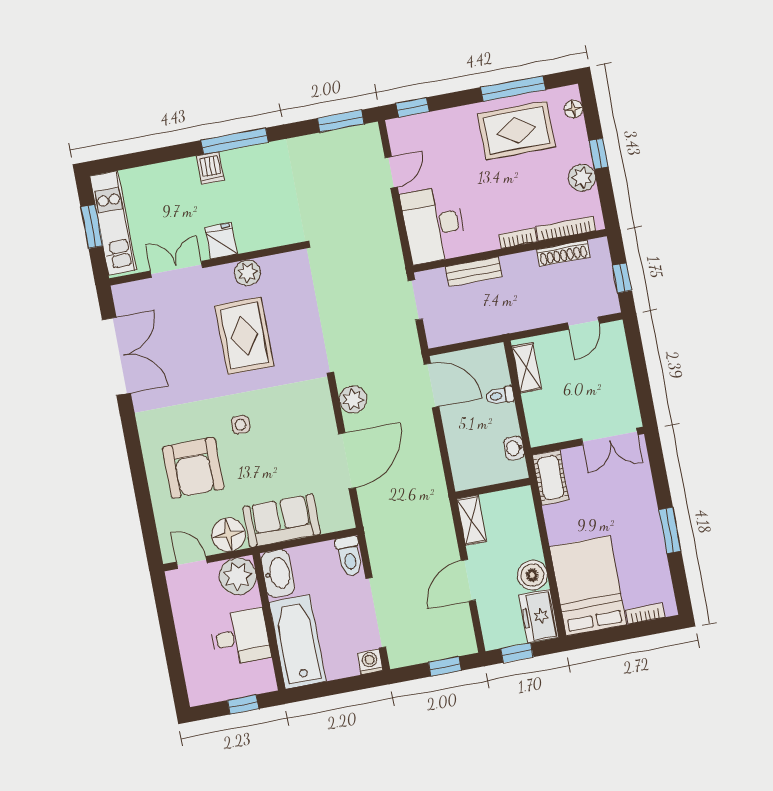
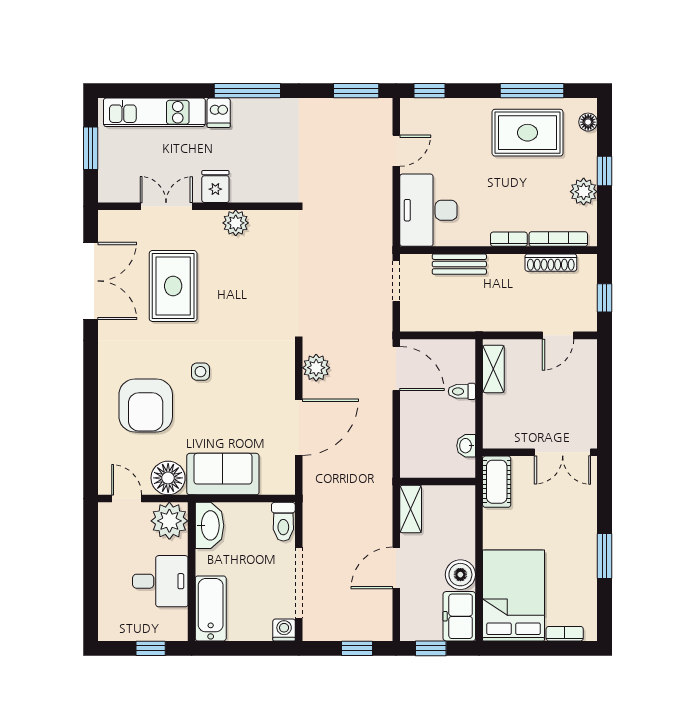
kitchen unit: (113, 223) -> (154, 112), moved, turned 90
rug: (244, 336) -> (173, 286), moved
bathtub: (298, 642) -> (211, 608), width x0.73, depth x0.73

